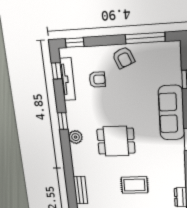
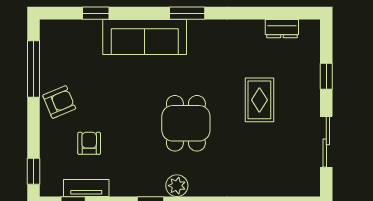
tv unit: (67, 79) -> (86, 188), width x0.71
bench: (80, 190) -> (266, 187), removed

